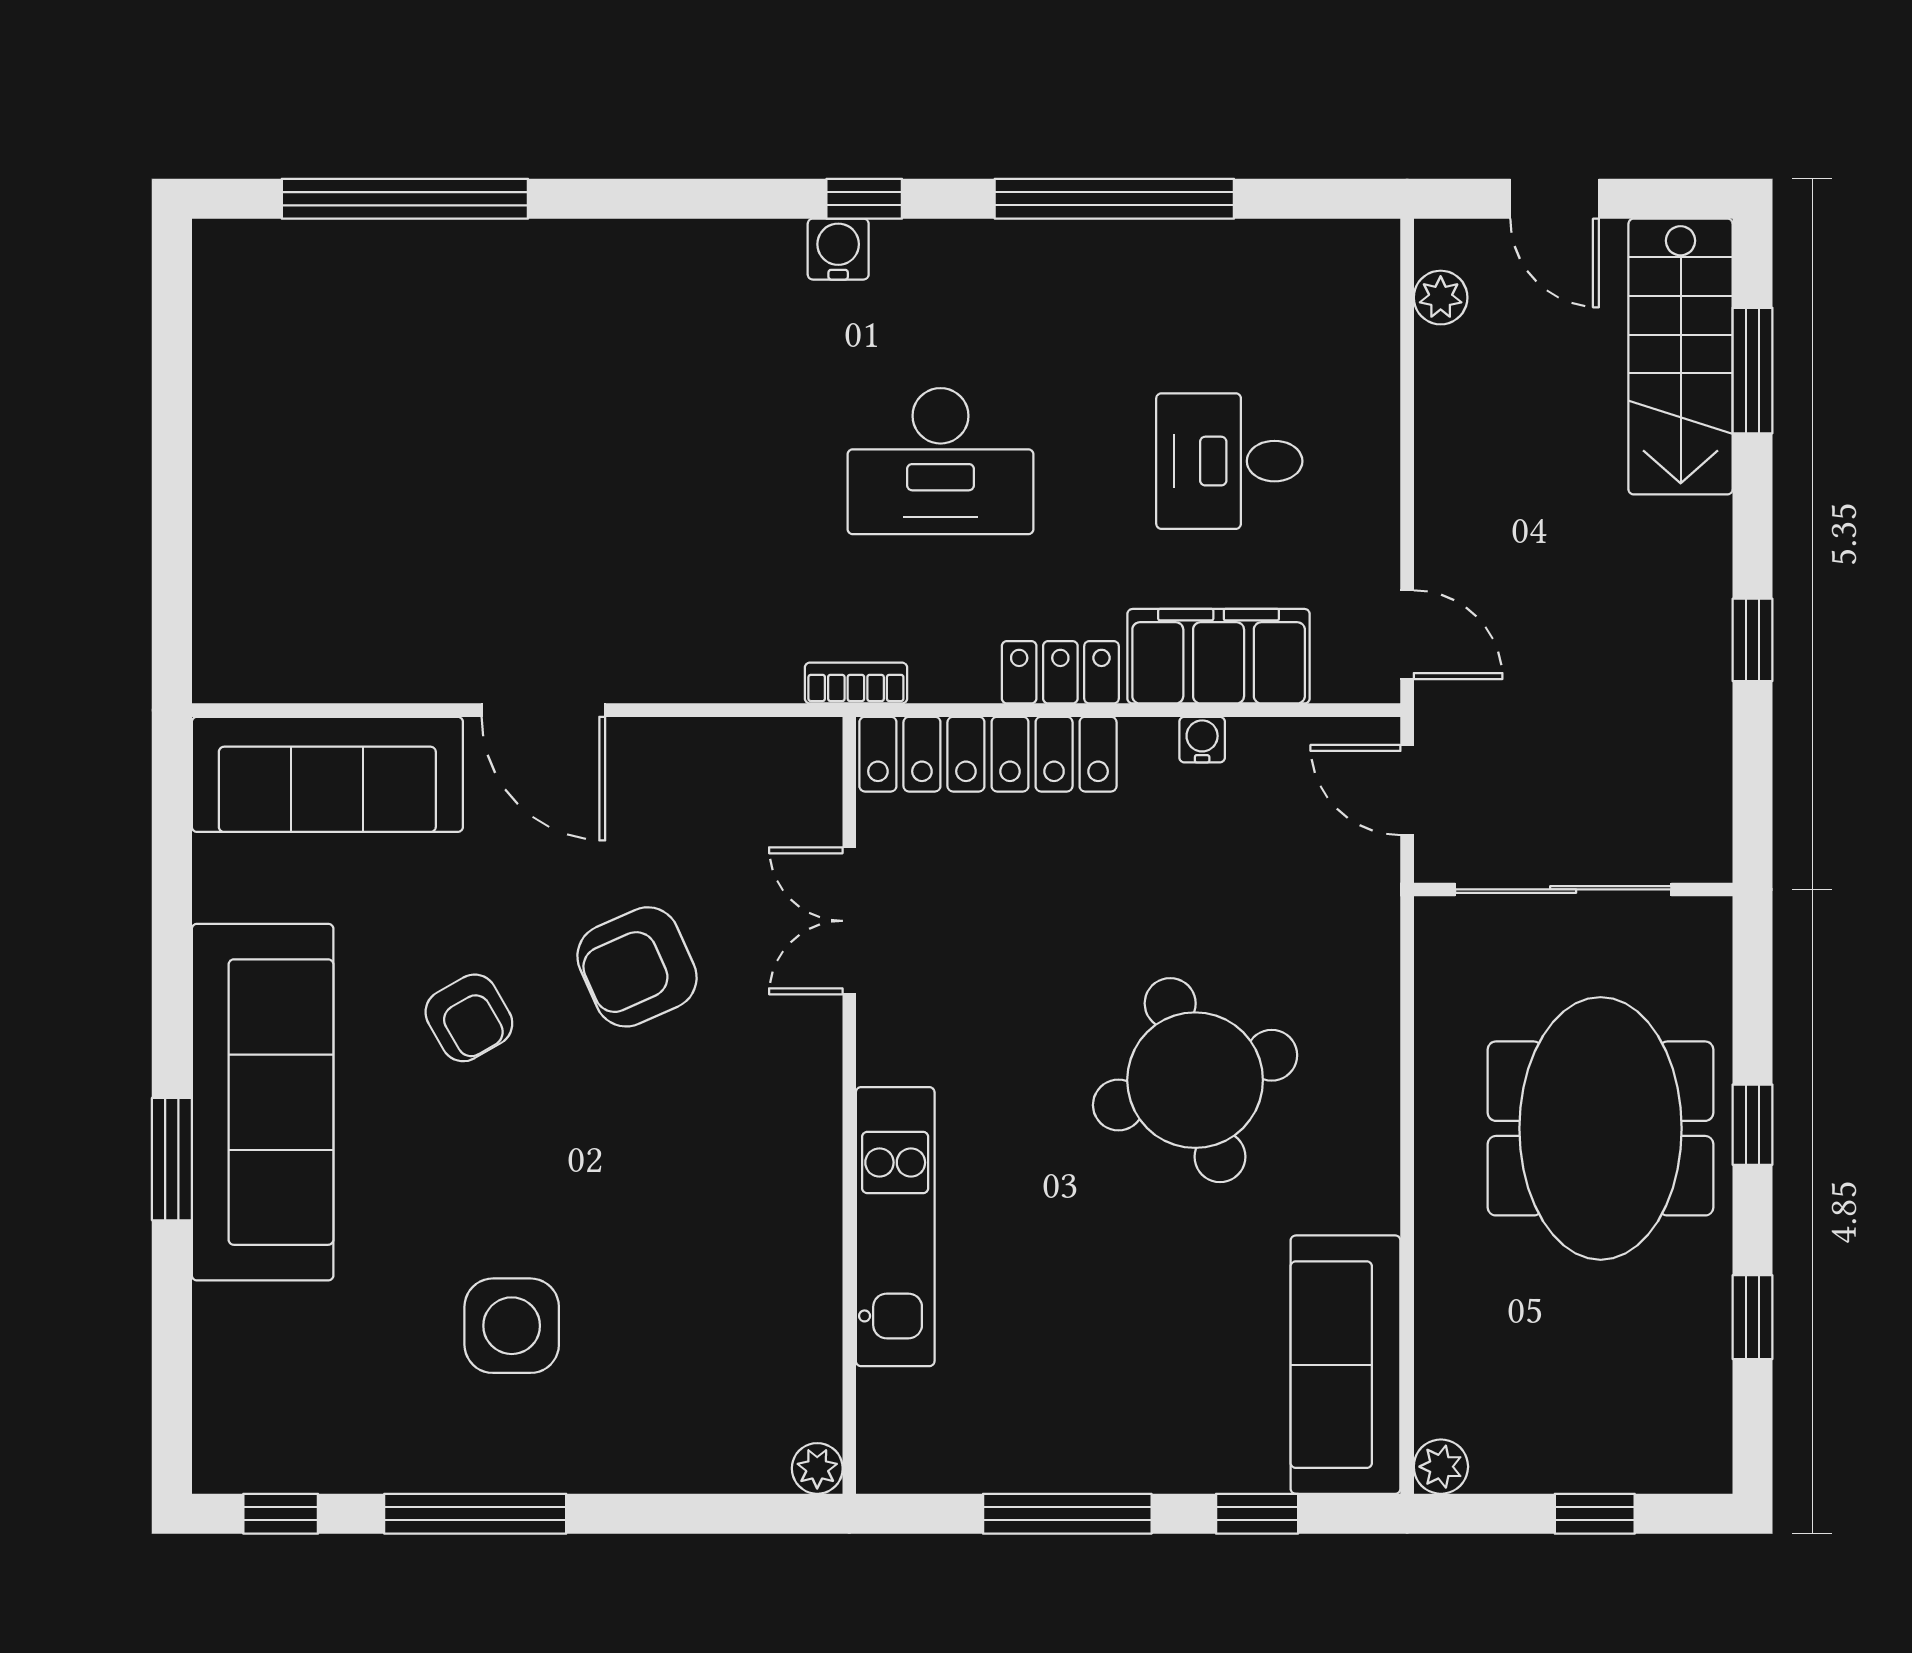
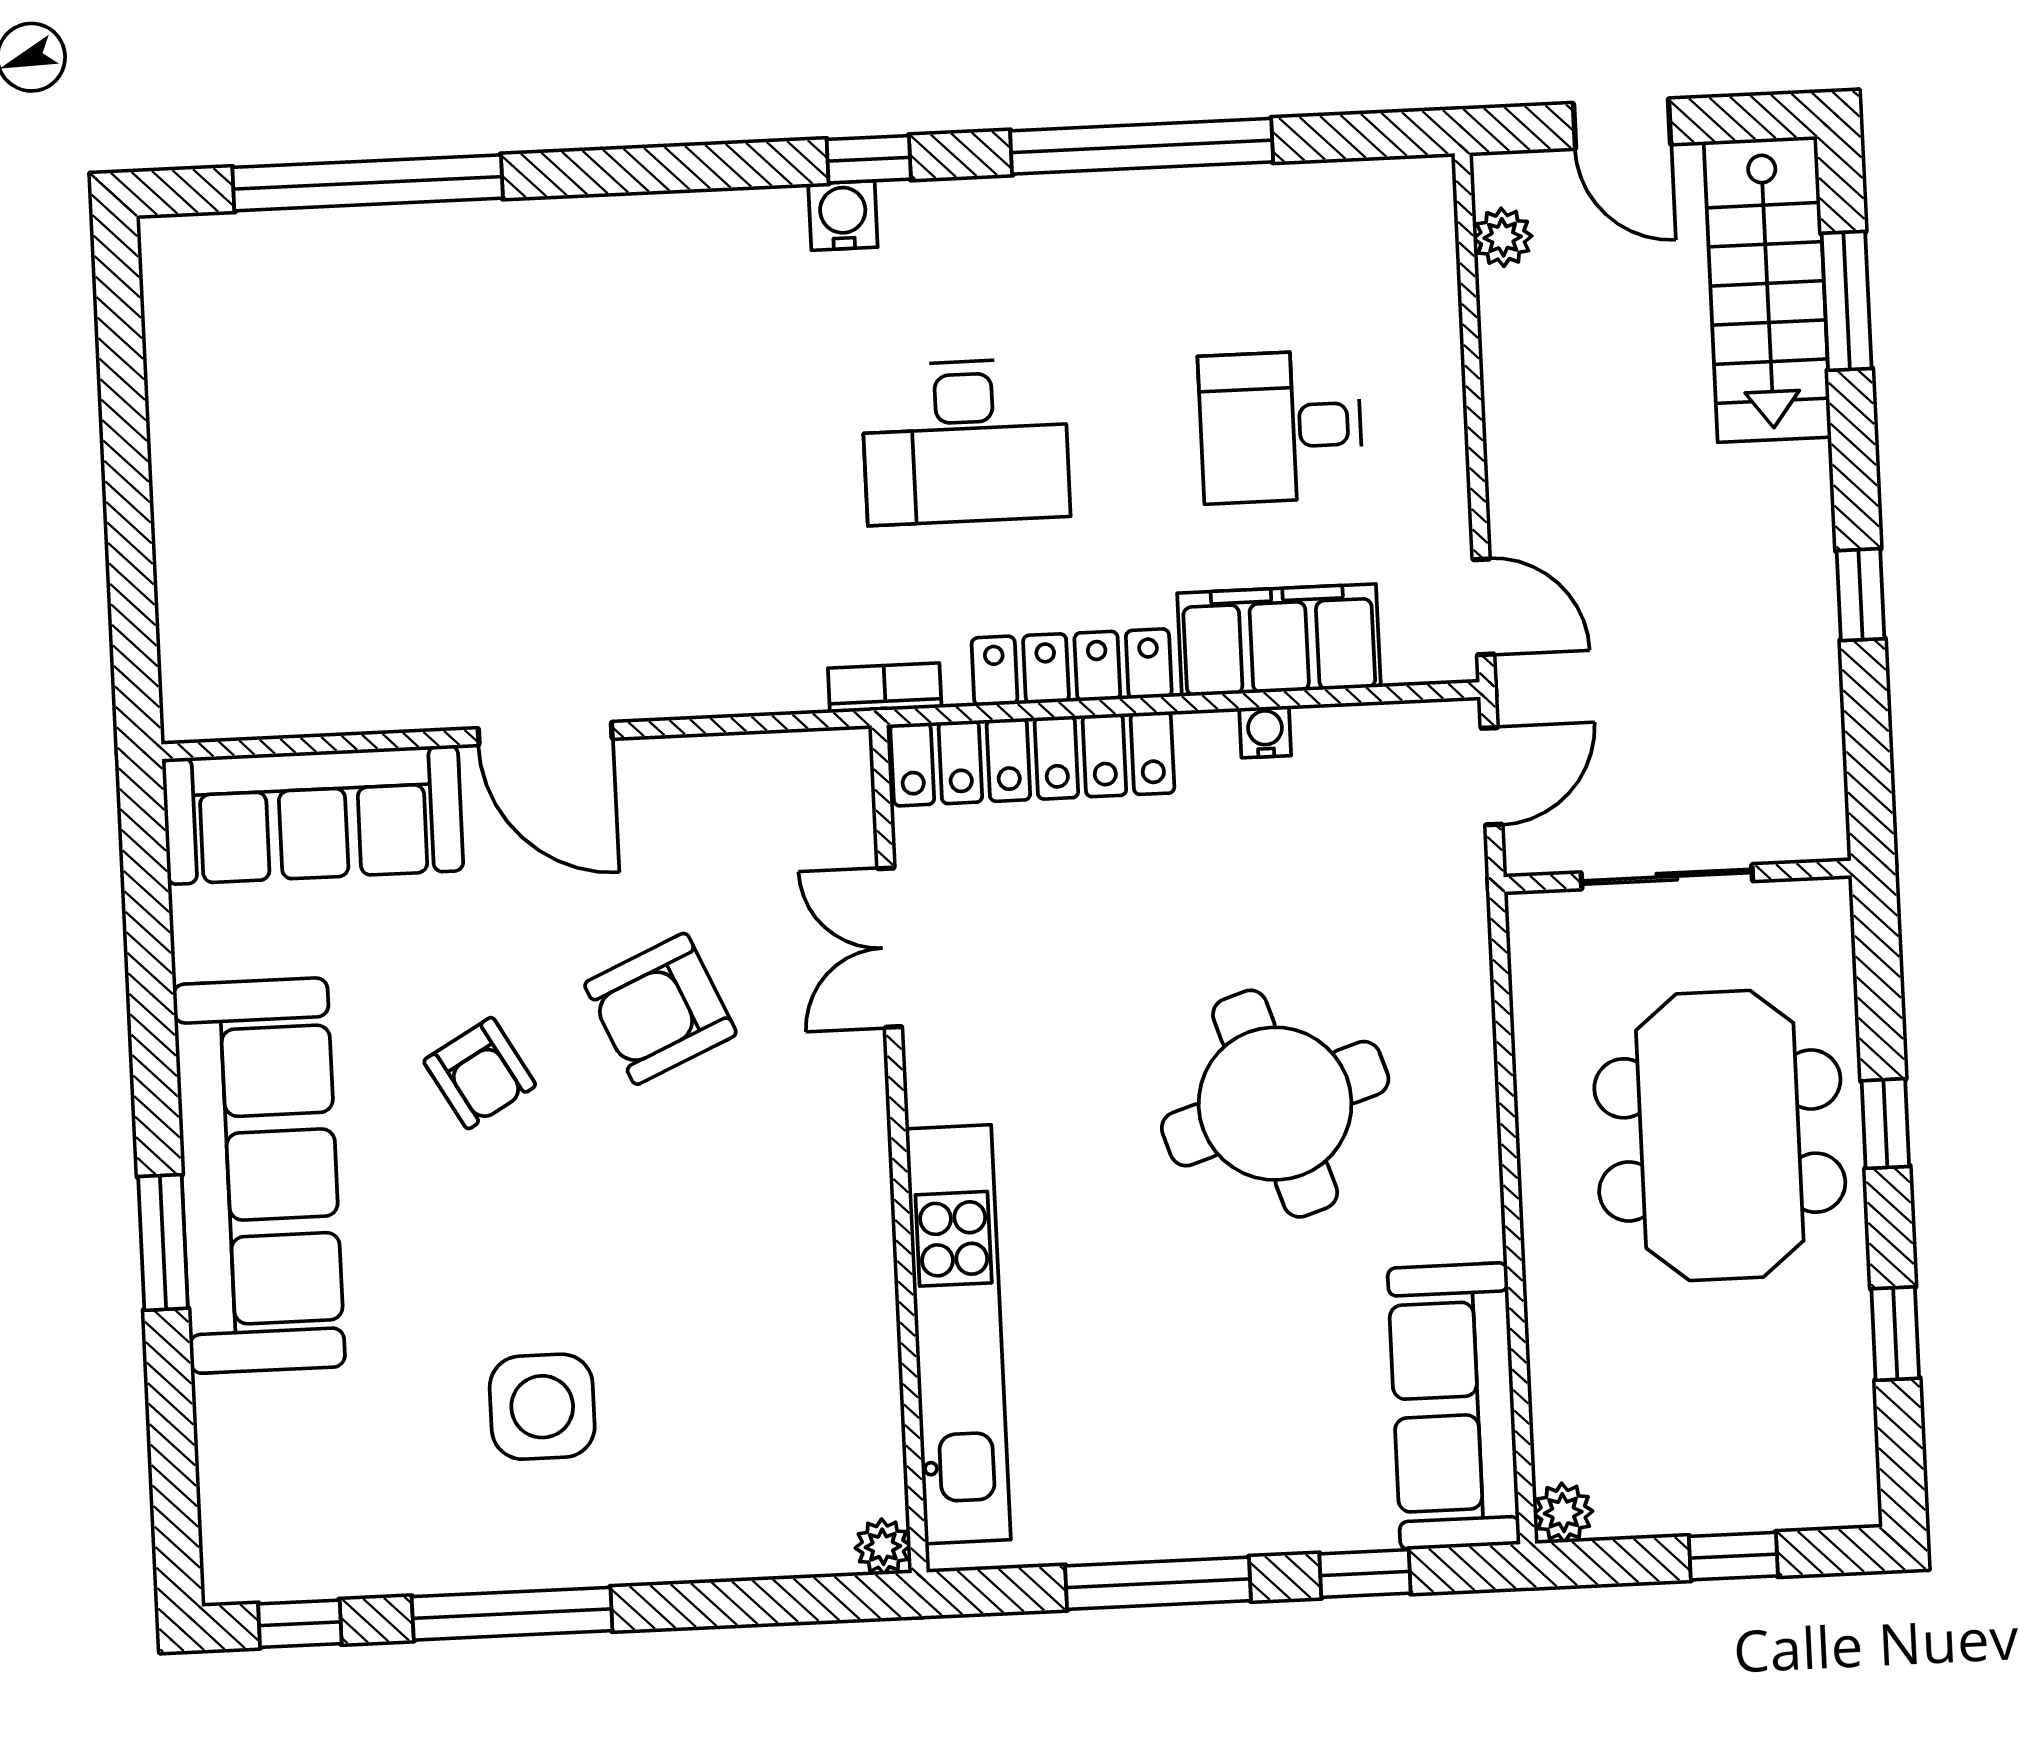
locker: (1060, 672) -> (1072, 667), width x1.53
door: (1407, 790) -> (1491, 776), swing flipped
sliding door: (1563, 889) -> (1667, 877), width x0.73
kitchen unit: (895, 1227) -> (958, 1334), width x1.36

